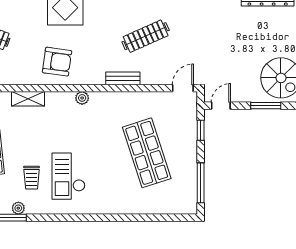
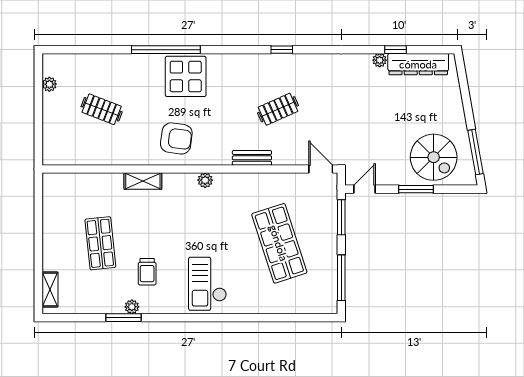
clothes rail: (146, 36) -> (278, 109), width x0.73
door: (183, 88) -> (321, 169), hinge flipped
window: (201, 130) -> (341, 217), width x1.50
checkout: (69, 176) -> (208, 284), moved

